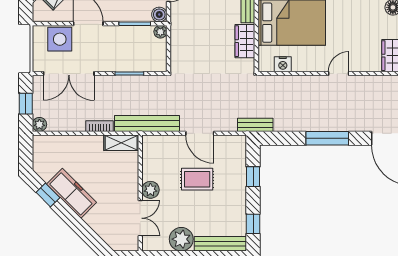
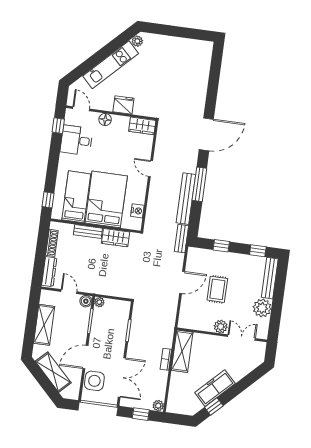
bench: (147, 123) -> (186, 199), moved
shelving: (121, 143) -> (182, 351), width x1.50, depth x1.33

